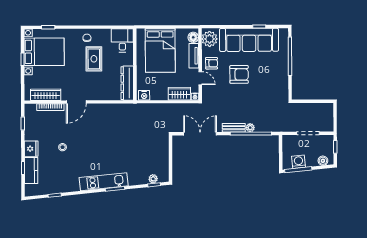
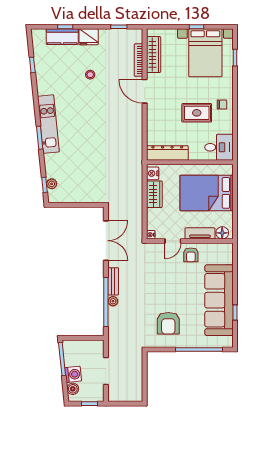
plant: (210, 39) -> (220, 252), removed
armchair: (239, 74) -> (168, 323), moved
wardrobe: (179, 94) -> (154, 194), moved
washing machine: (299, 162) -> (73, 374), moved

